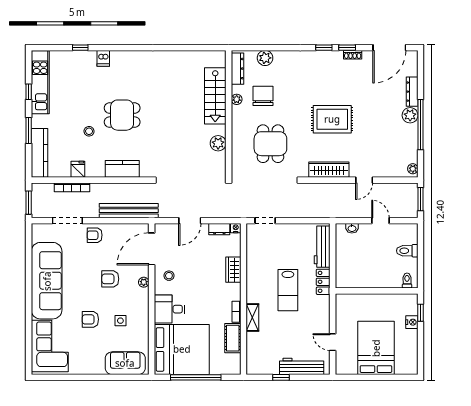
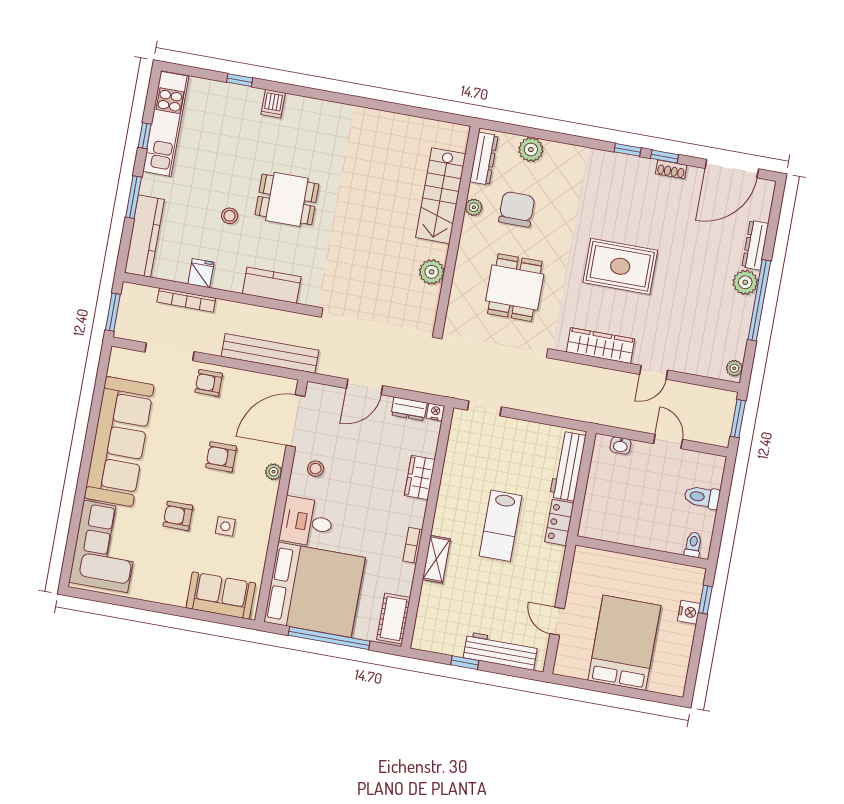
cot: (233, 338) -> (393, 619), moved

